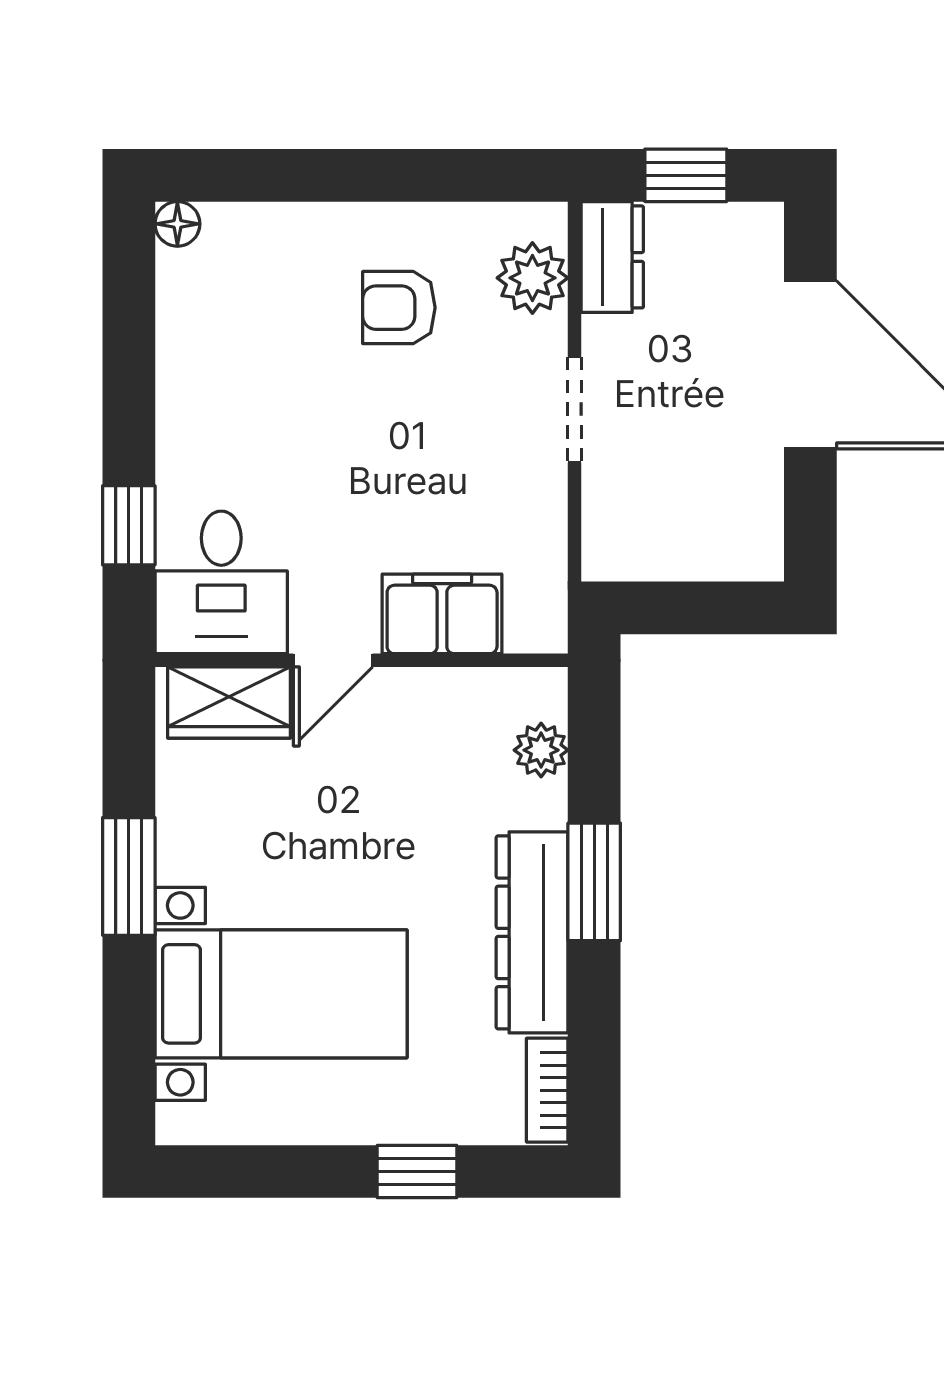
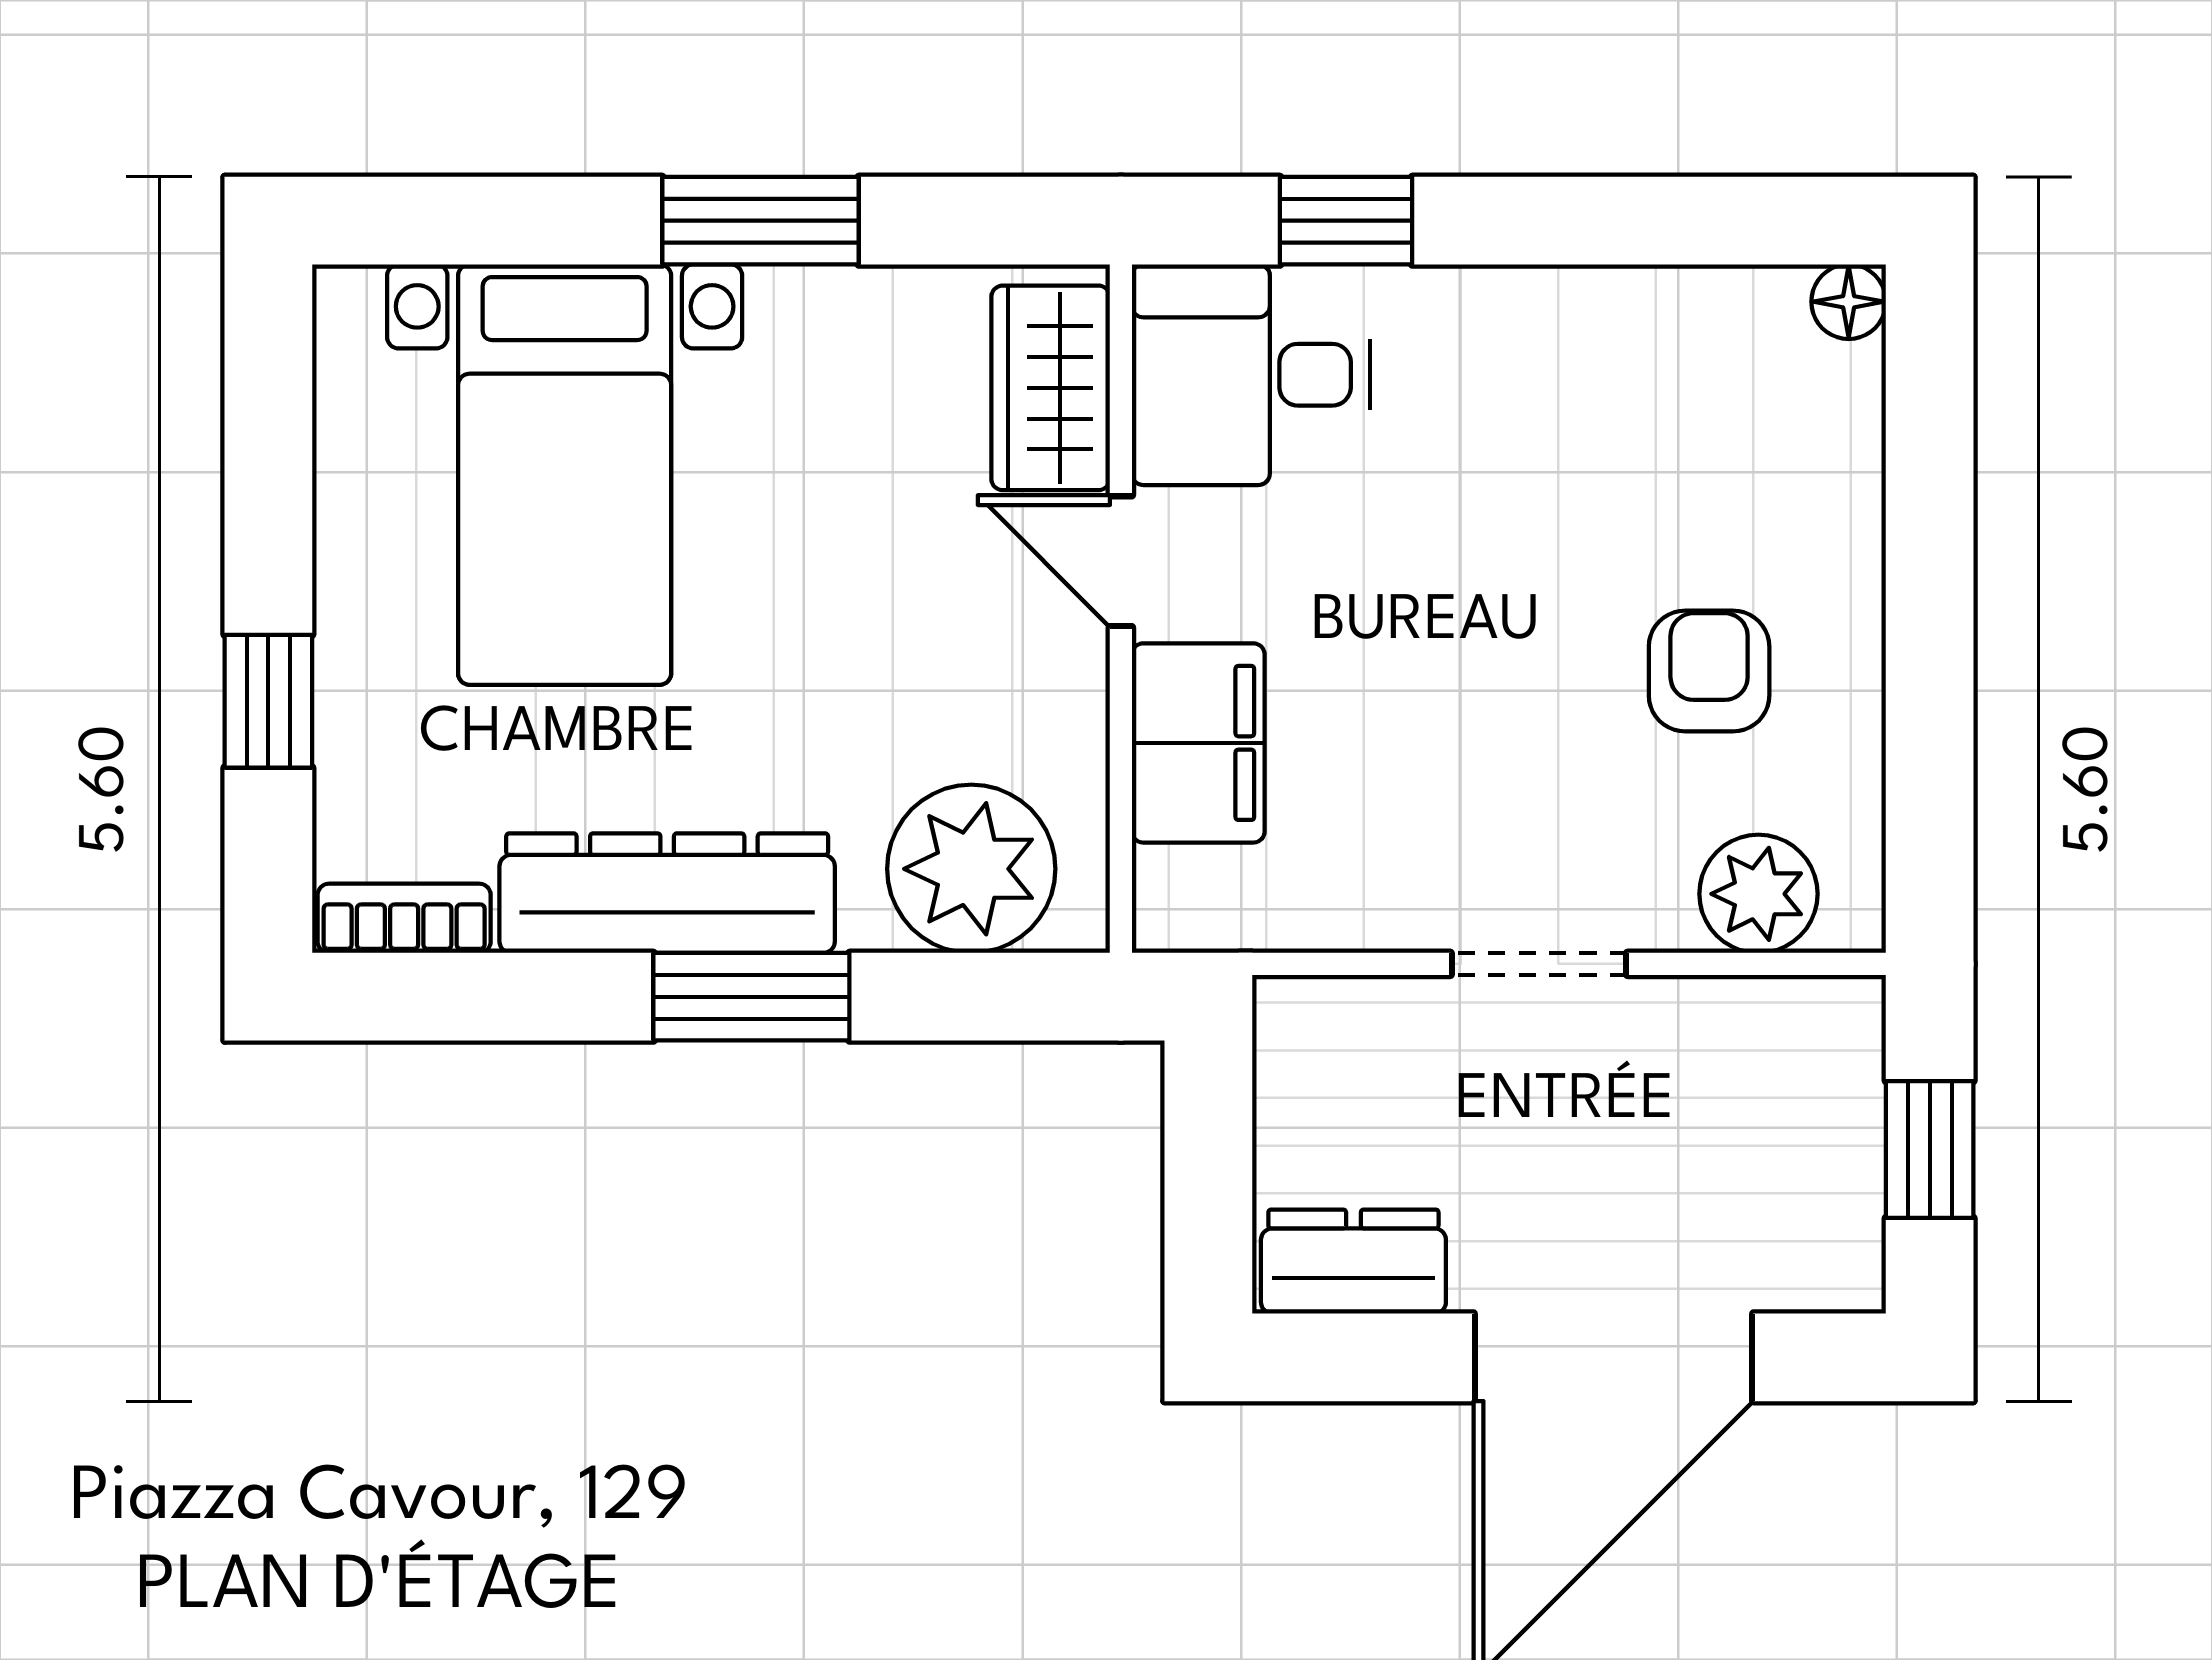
dresser: (612, 257) -> (1353, 1262), moved, turned 180
plant: (541, 750) -> (971, 869), width x1.87, depth x1.87

